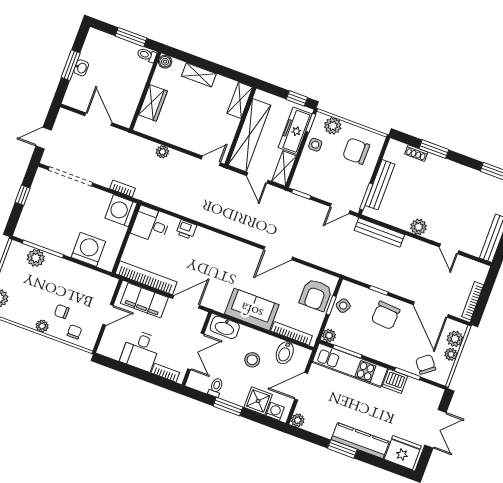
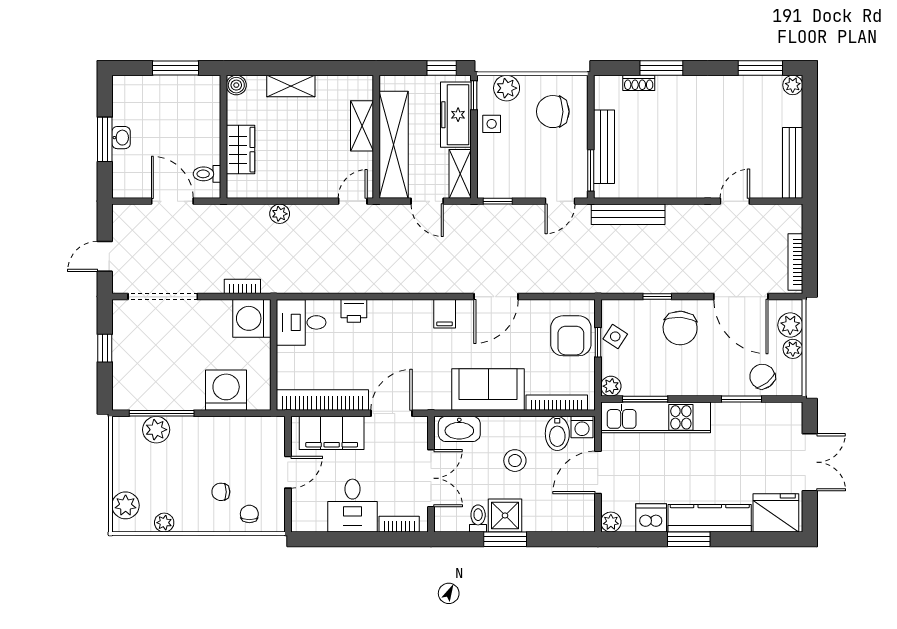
toilet: (147, 55) -> (207, 174), moved
shelving: (240, 100) -> (362, 126), moved
plant: (419, 227) -> (680, 186), removed
door: (449, 249) -> (735, 201), swing flipped
filing cabinet: (242, 252) -> (445, 314), added
plant: (42, 326) -> (164, 523), moved
dishwasher: (395, 381) -> (651, 518), moved, turned 180
shower: (258, 401) -> (505, 515), moved
washing machine: (275, 411) -> (582, 427), moved, turned 180

